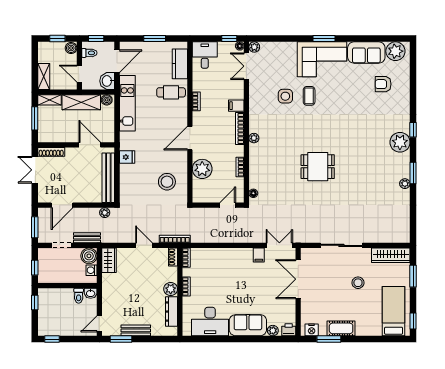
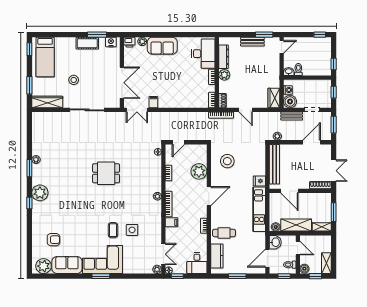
shelving: (44, 76) -> (326, 263), moved
kitchen unit: (127, 103) -> (259, 209), moved
desk: (210, 322) -> (203, 54), moved, turned 90

